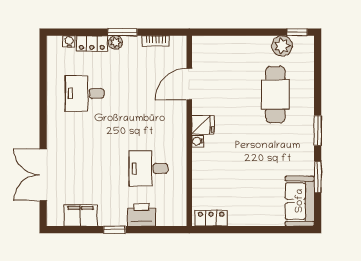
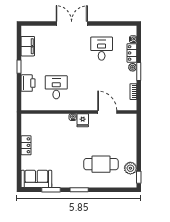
double door: (43, 175) -> (72, 23), moved
locker: (211, 218) -> (26, 145), moved

